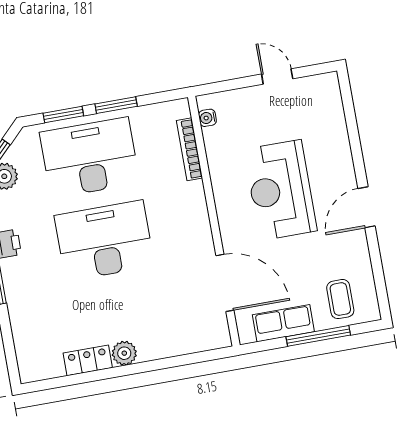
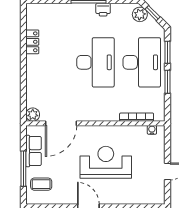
plant: (124, 353) -> (33, 115), moved

